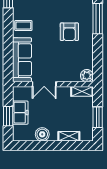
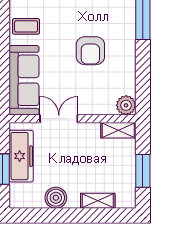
armchair: (69, 32) -> (90, 51), moved
double door: (44, 84) -> (59, 119), swing flipped
freezer: (20, 113) -> (21, 156), width x1.40

